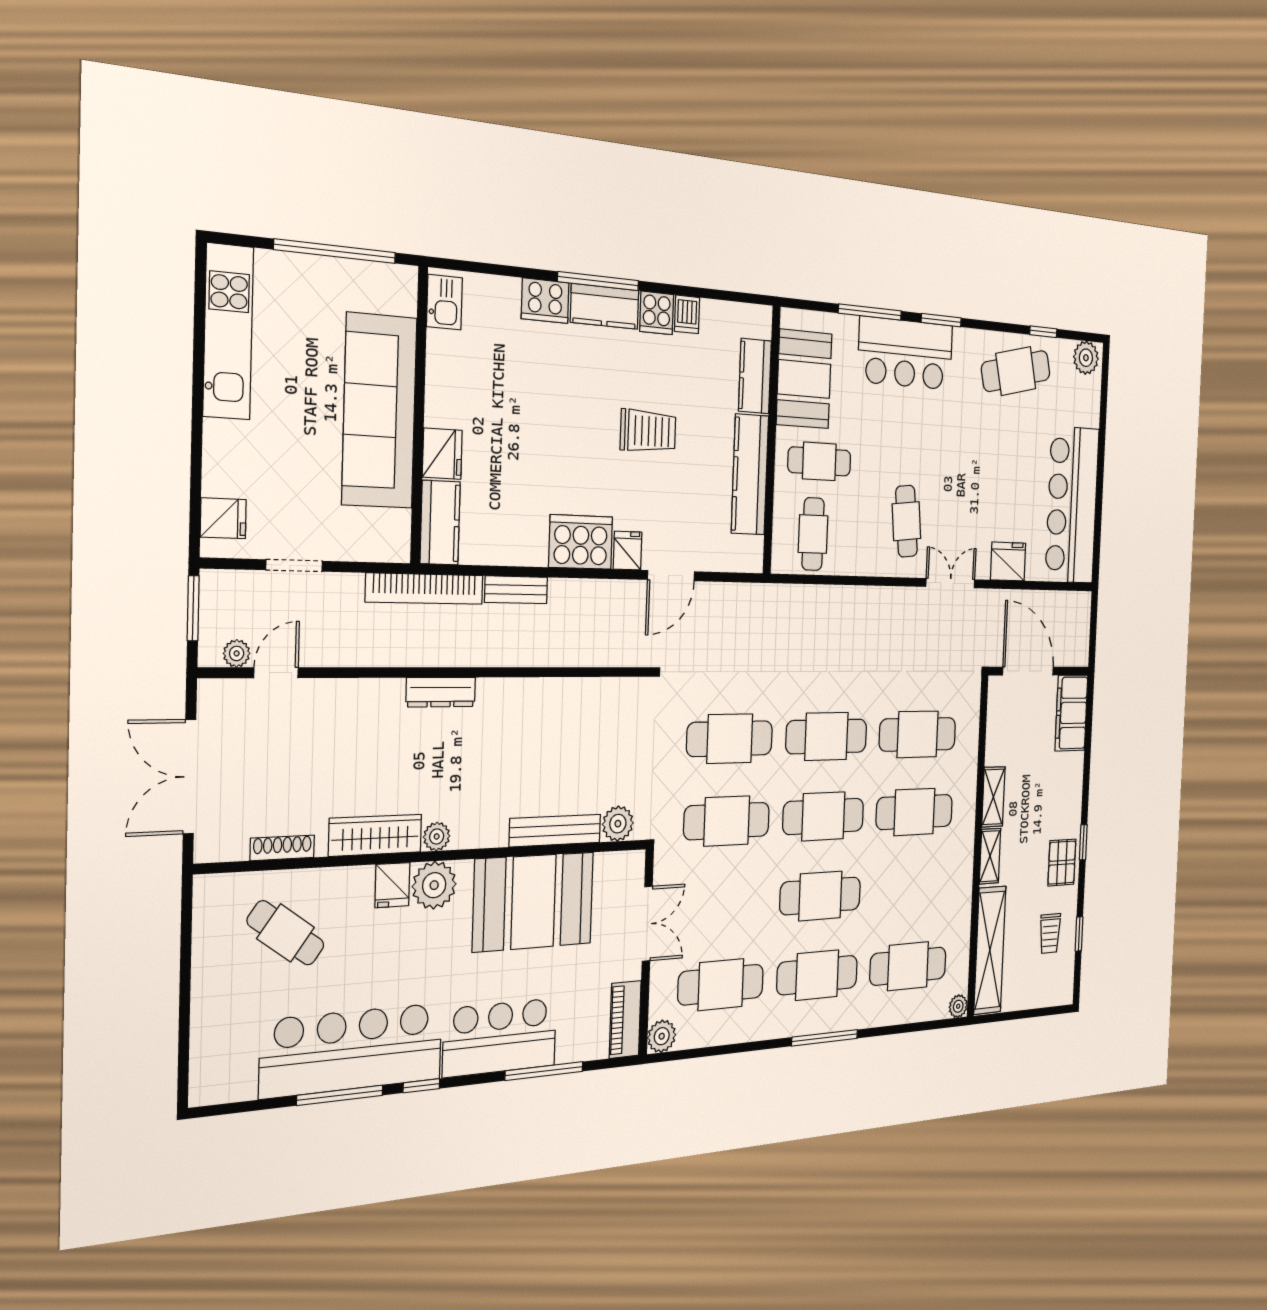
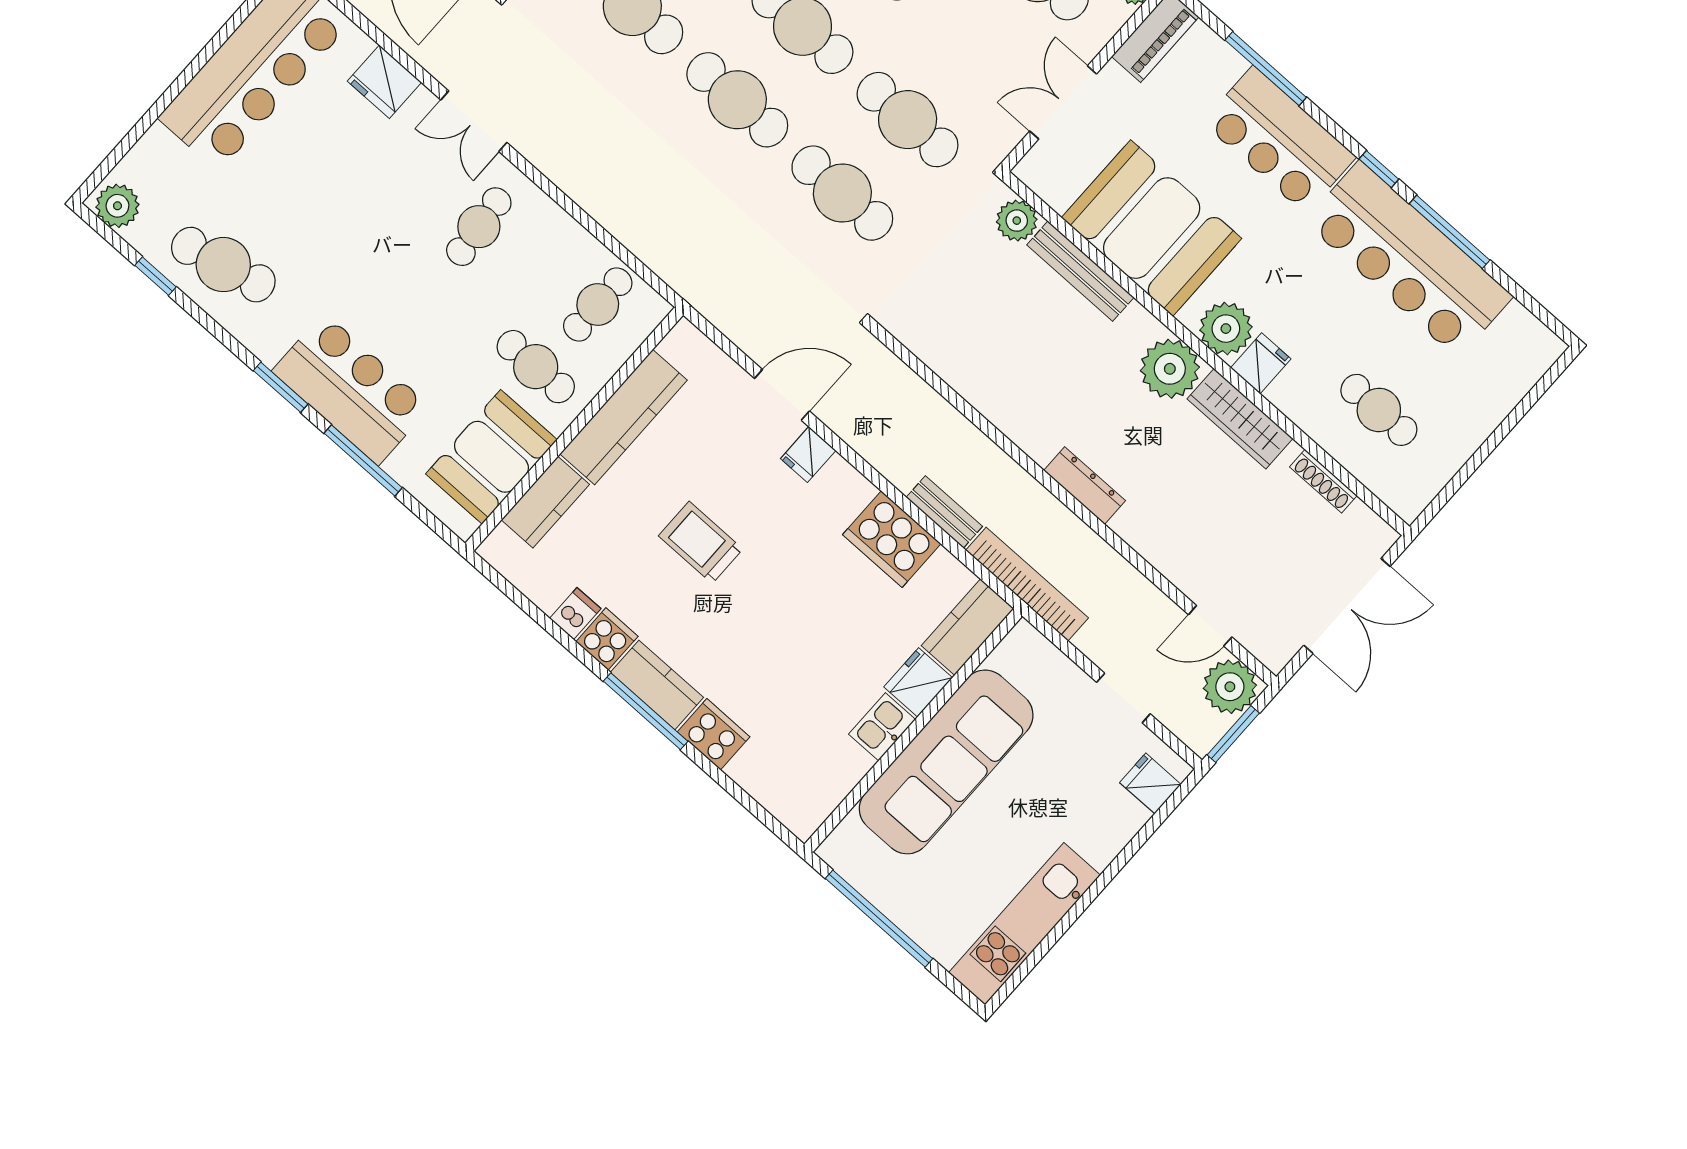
kitchen sink: (444, 302) -> (882, 727), moved
cooker: (581, 542) -> (892, 539), moved
plant: (237, 653) -> (1230, 687), width x1.88, depth x1.88
plant: (437, 836) -> (1170, 369), width x1.87, depth x1.87
cafe table: (286, 933) -> (1379, 410), turned -36

